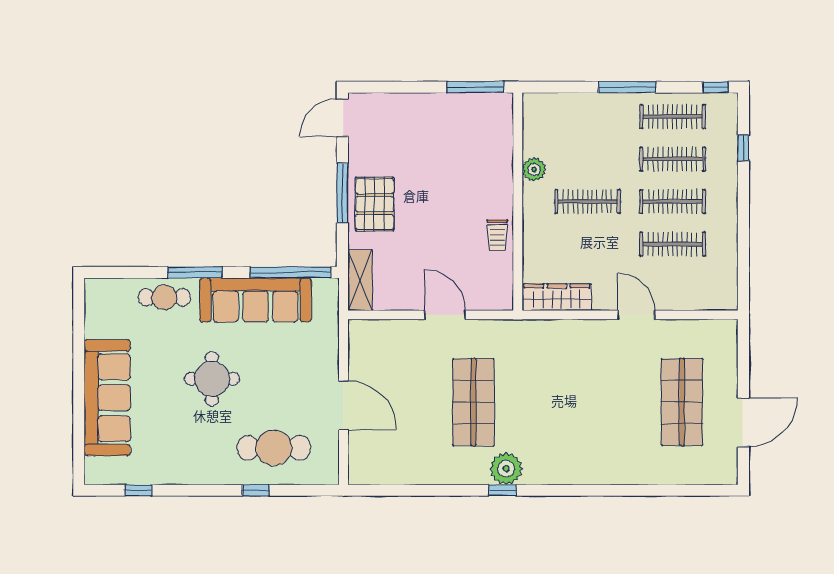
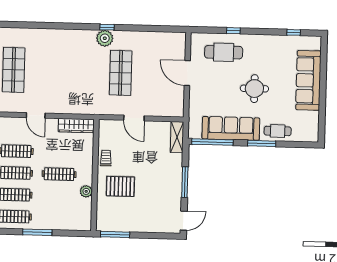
pallet: (375, 204) -> (120, 186), moved, turned 90

